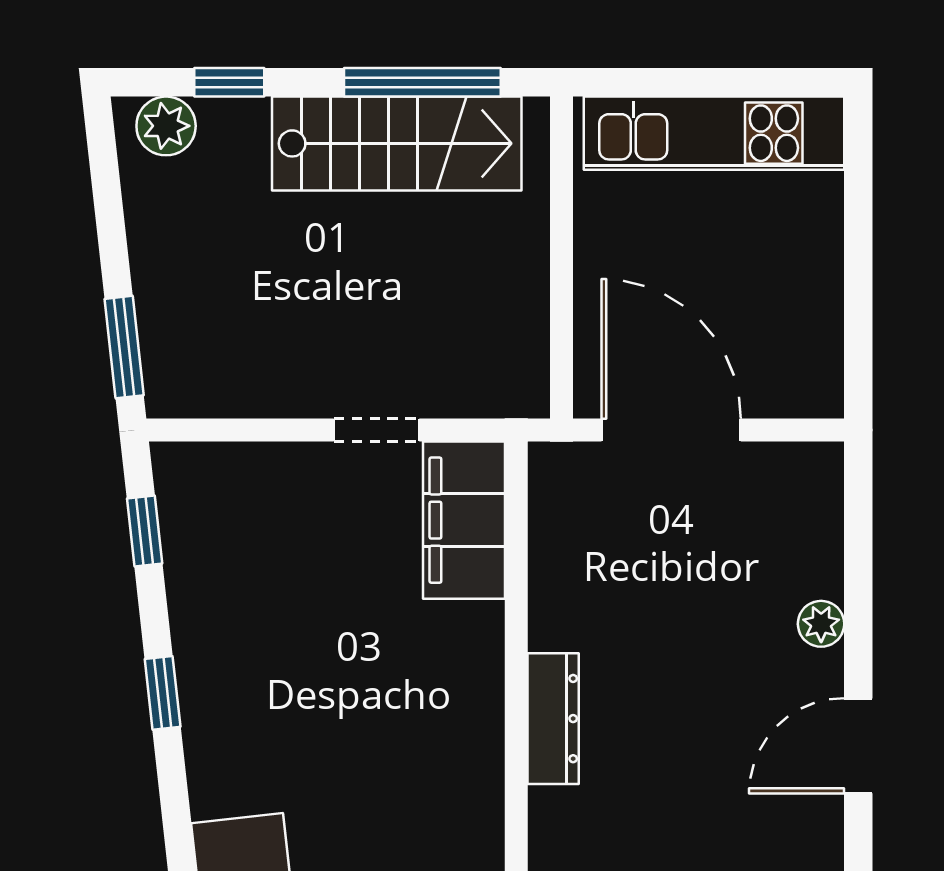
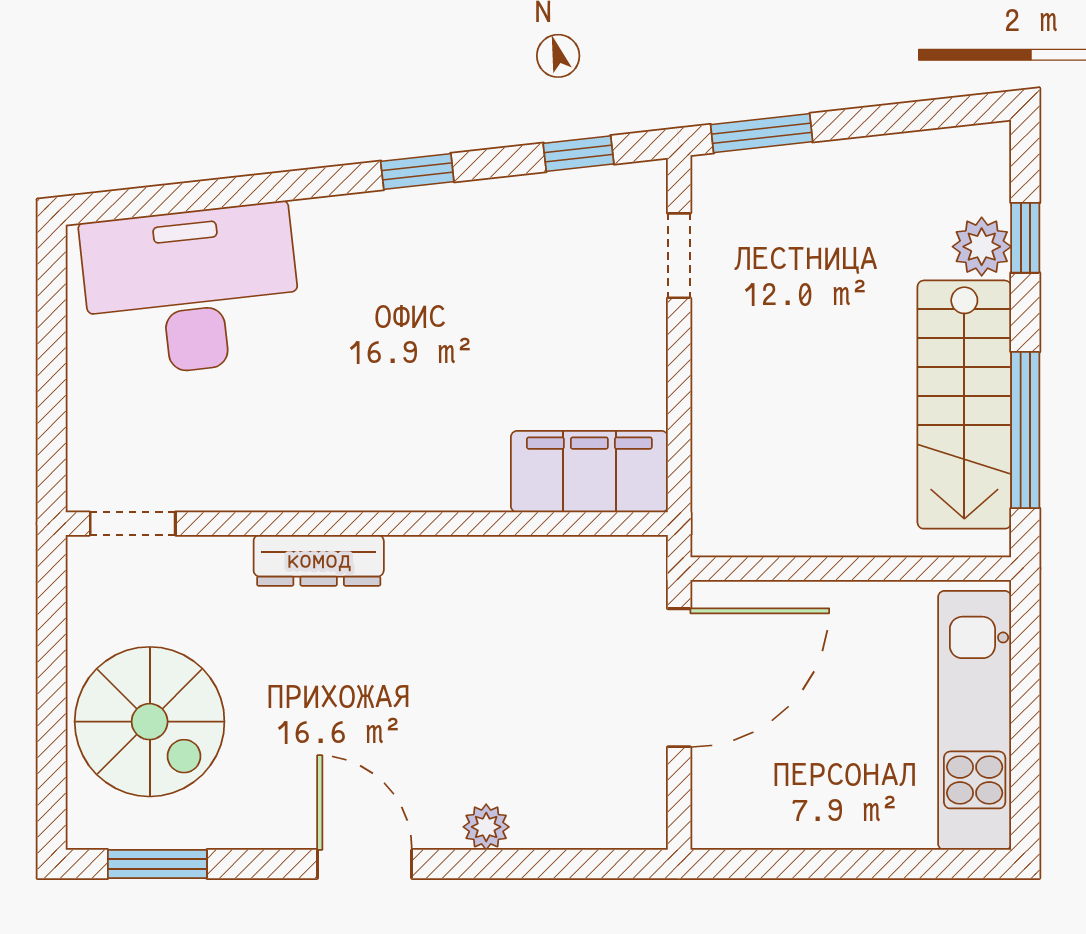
plant: (166, 126) -> (982, 247), moved
doorway: (377, 430) -> (679, 256), moved
dresser: (553, 719) -> (319, 560), moved

